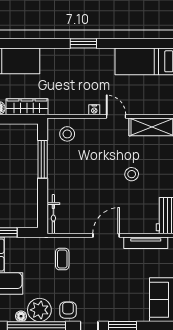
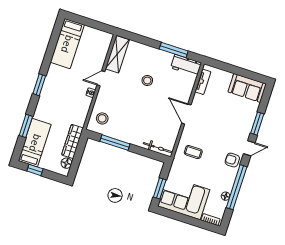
window: (27, 43) -> (26, 126), added
tv unit: (146, 243) -> (203, 82), width x0.71
plant: (39, 310) -> (225, 181), removed

